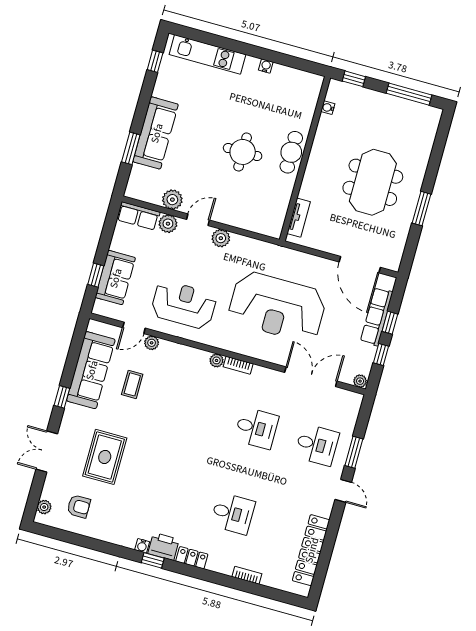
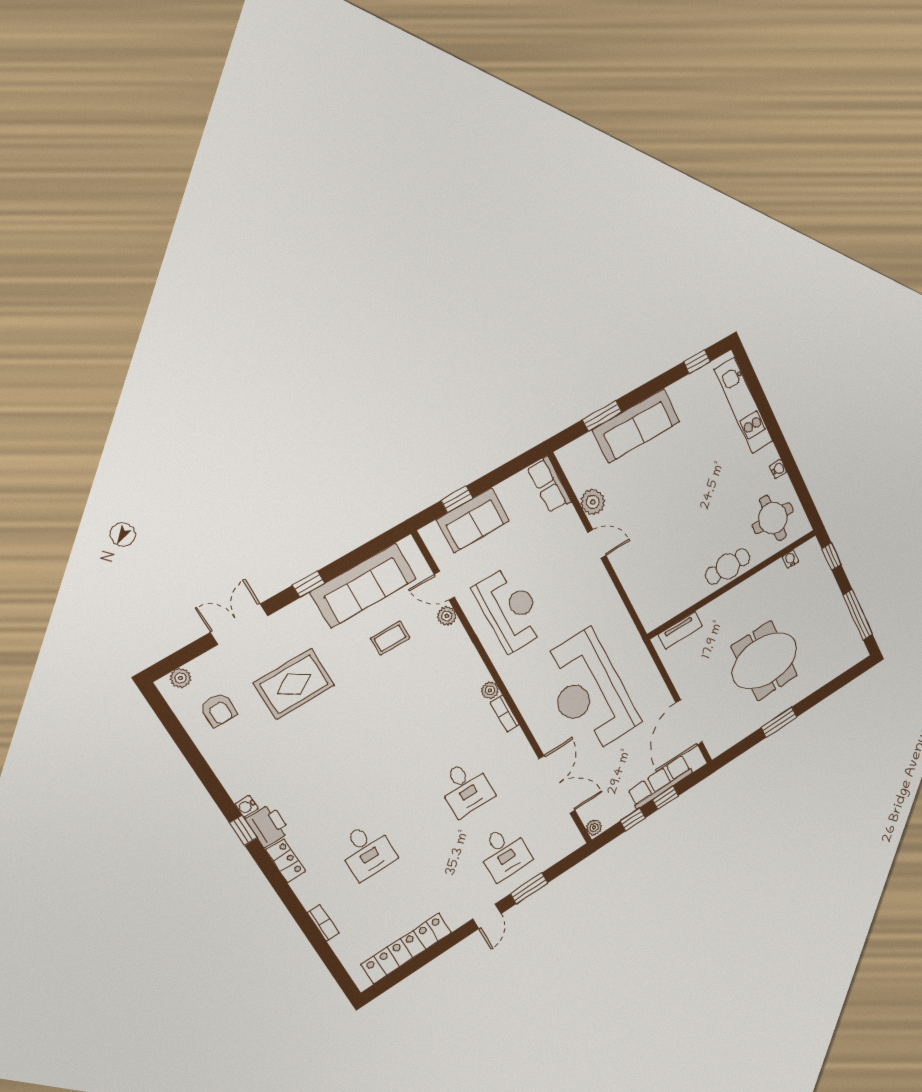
round table: (243, 152) -> (773, 518), moved
plant: (168, 224) -> (568, 520), removed
plant: (221, 238) -> (600, 581), removed

